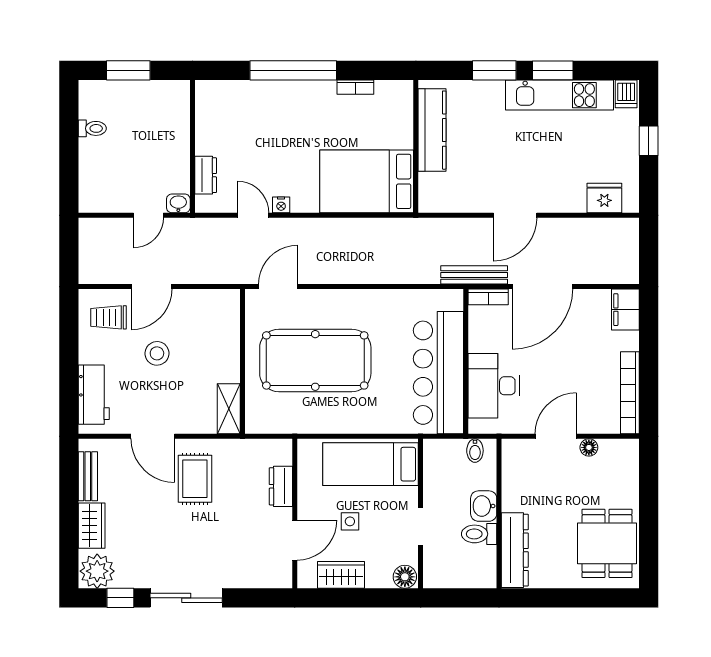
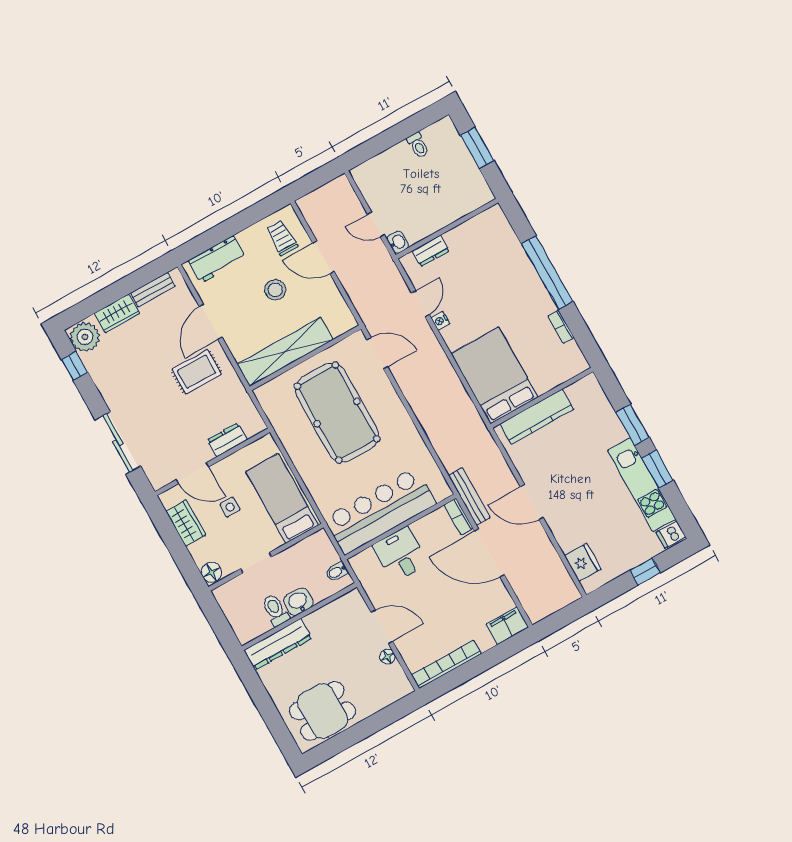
kitchen counter: (432, 130) -> (537, 417), moved
desk: (494, 386) -> (400, 554), width x0.73
shelving: (229, 409) -> (285, 352), width x2.20, depth x1.33
sliding door: (186, 598) -> (118, 443), moved

